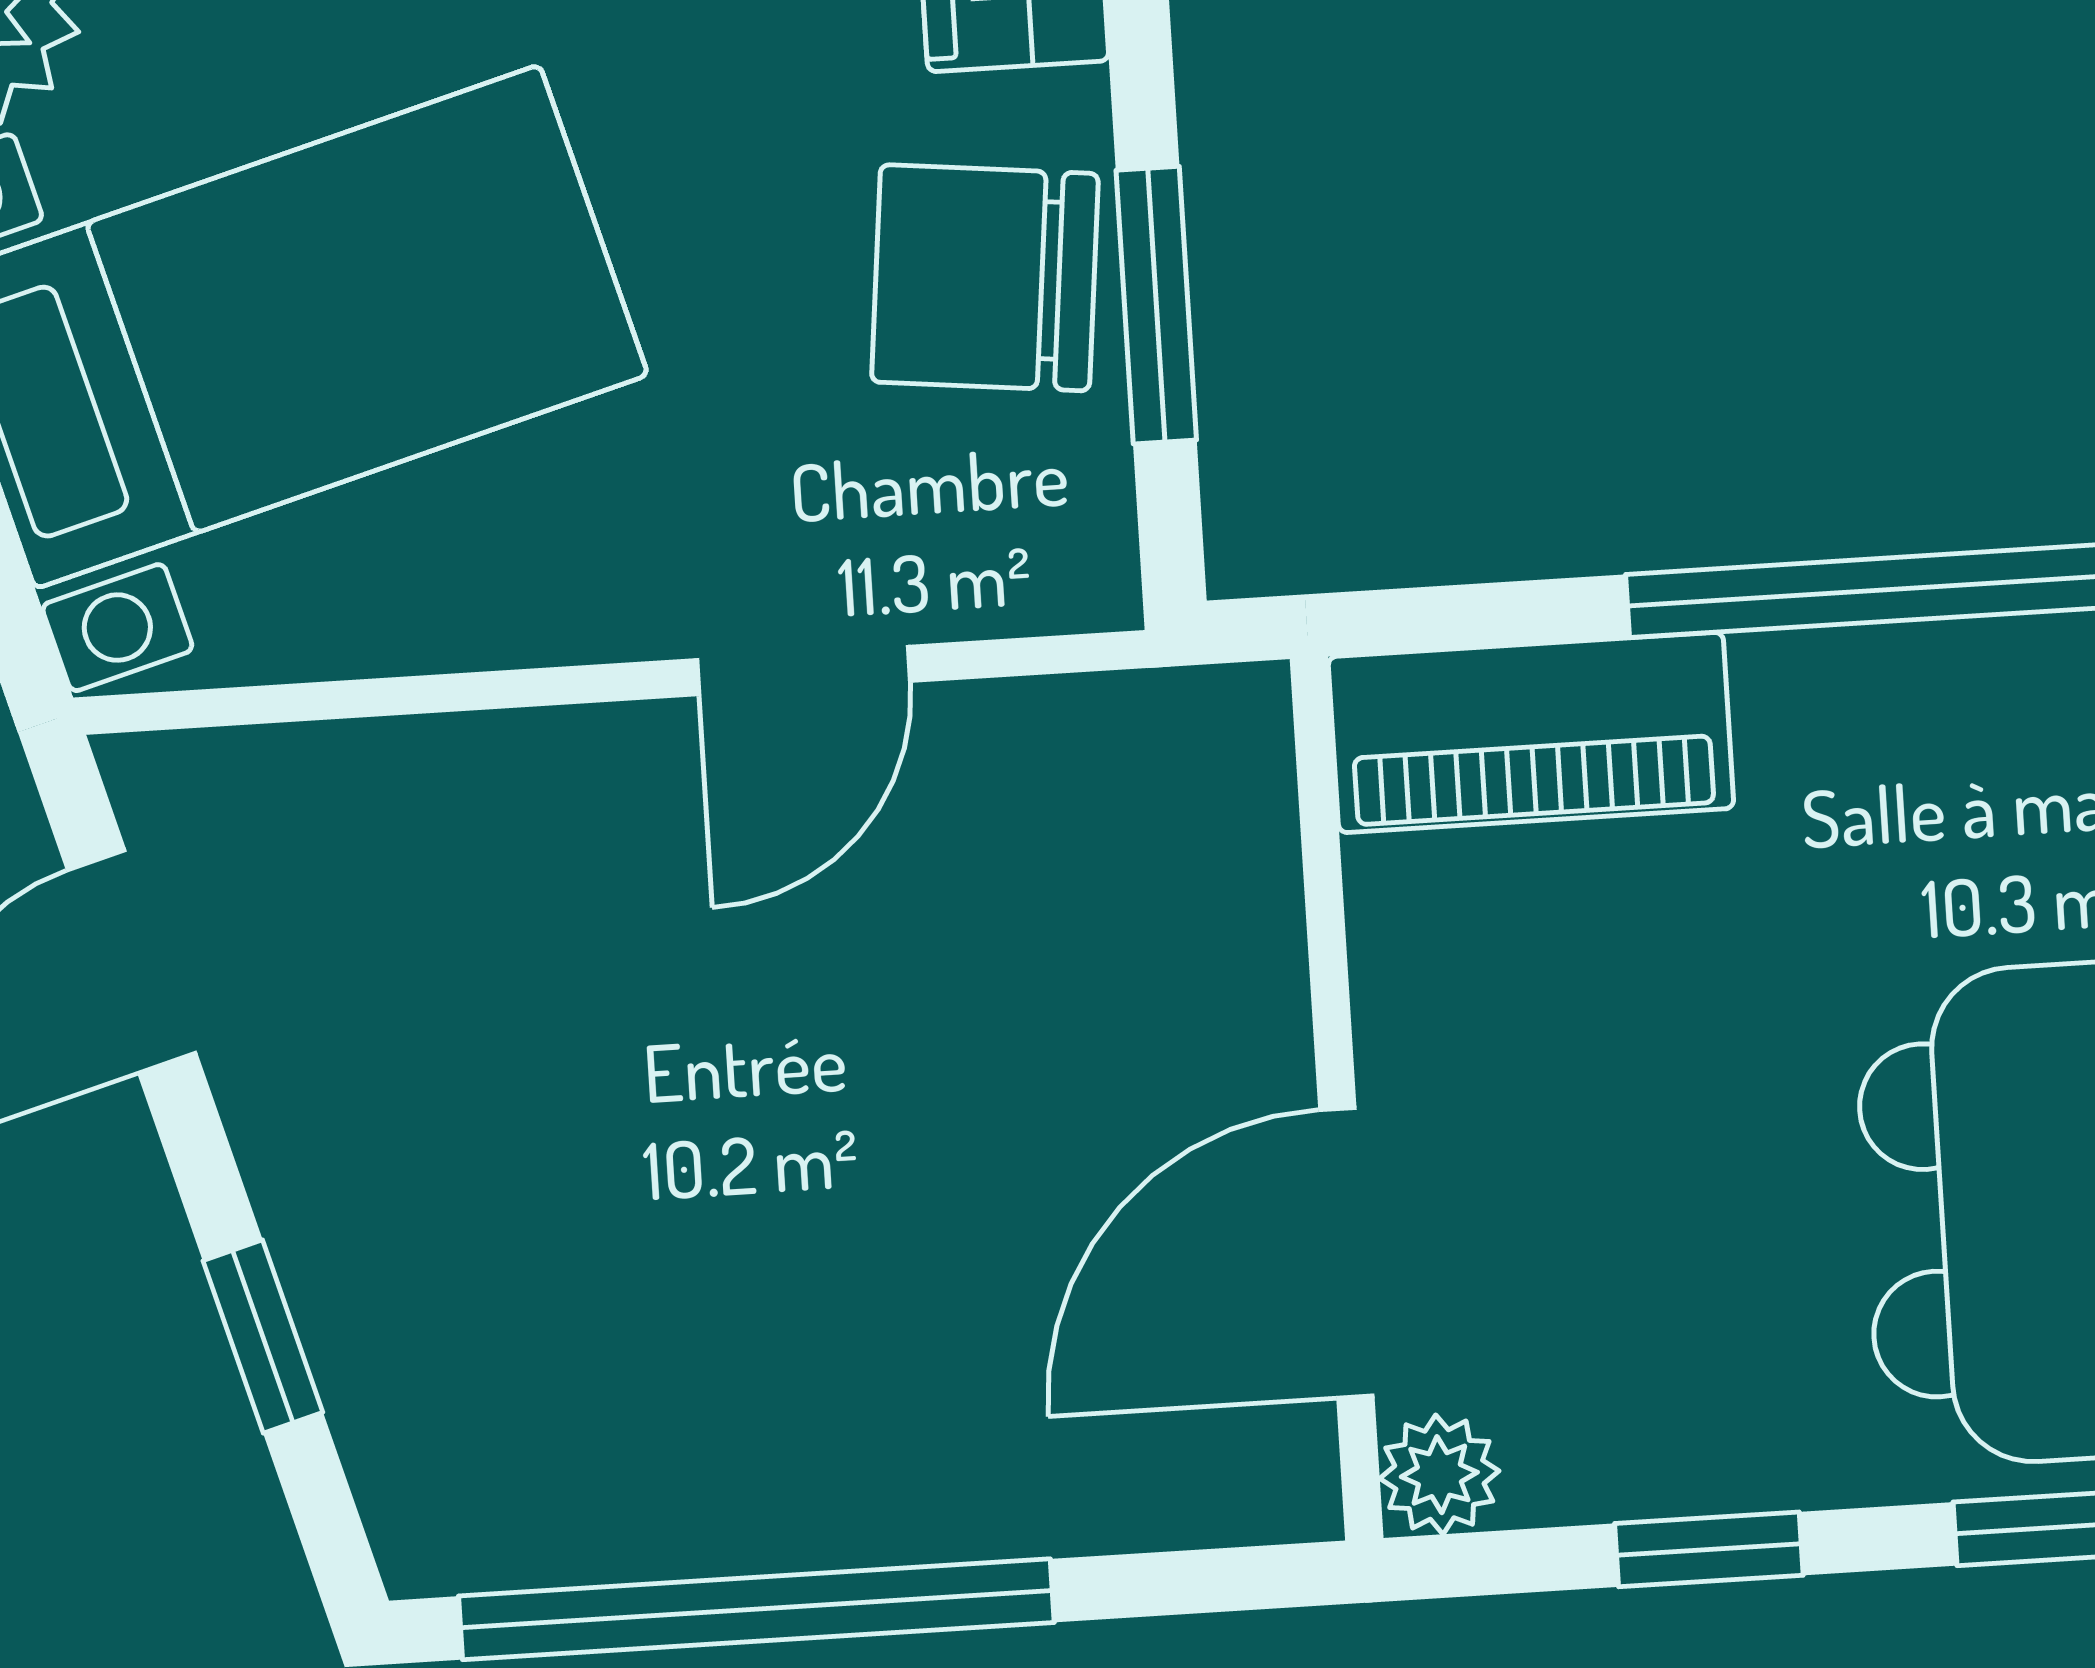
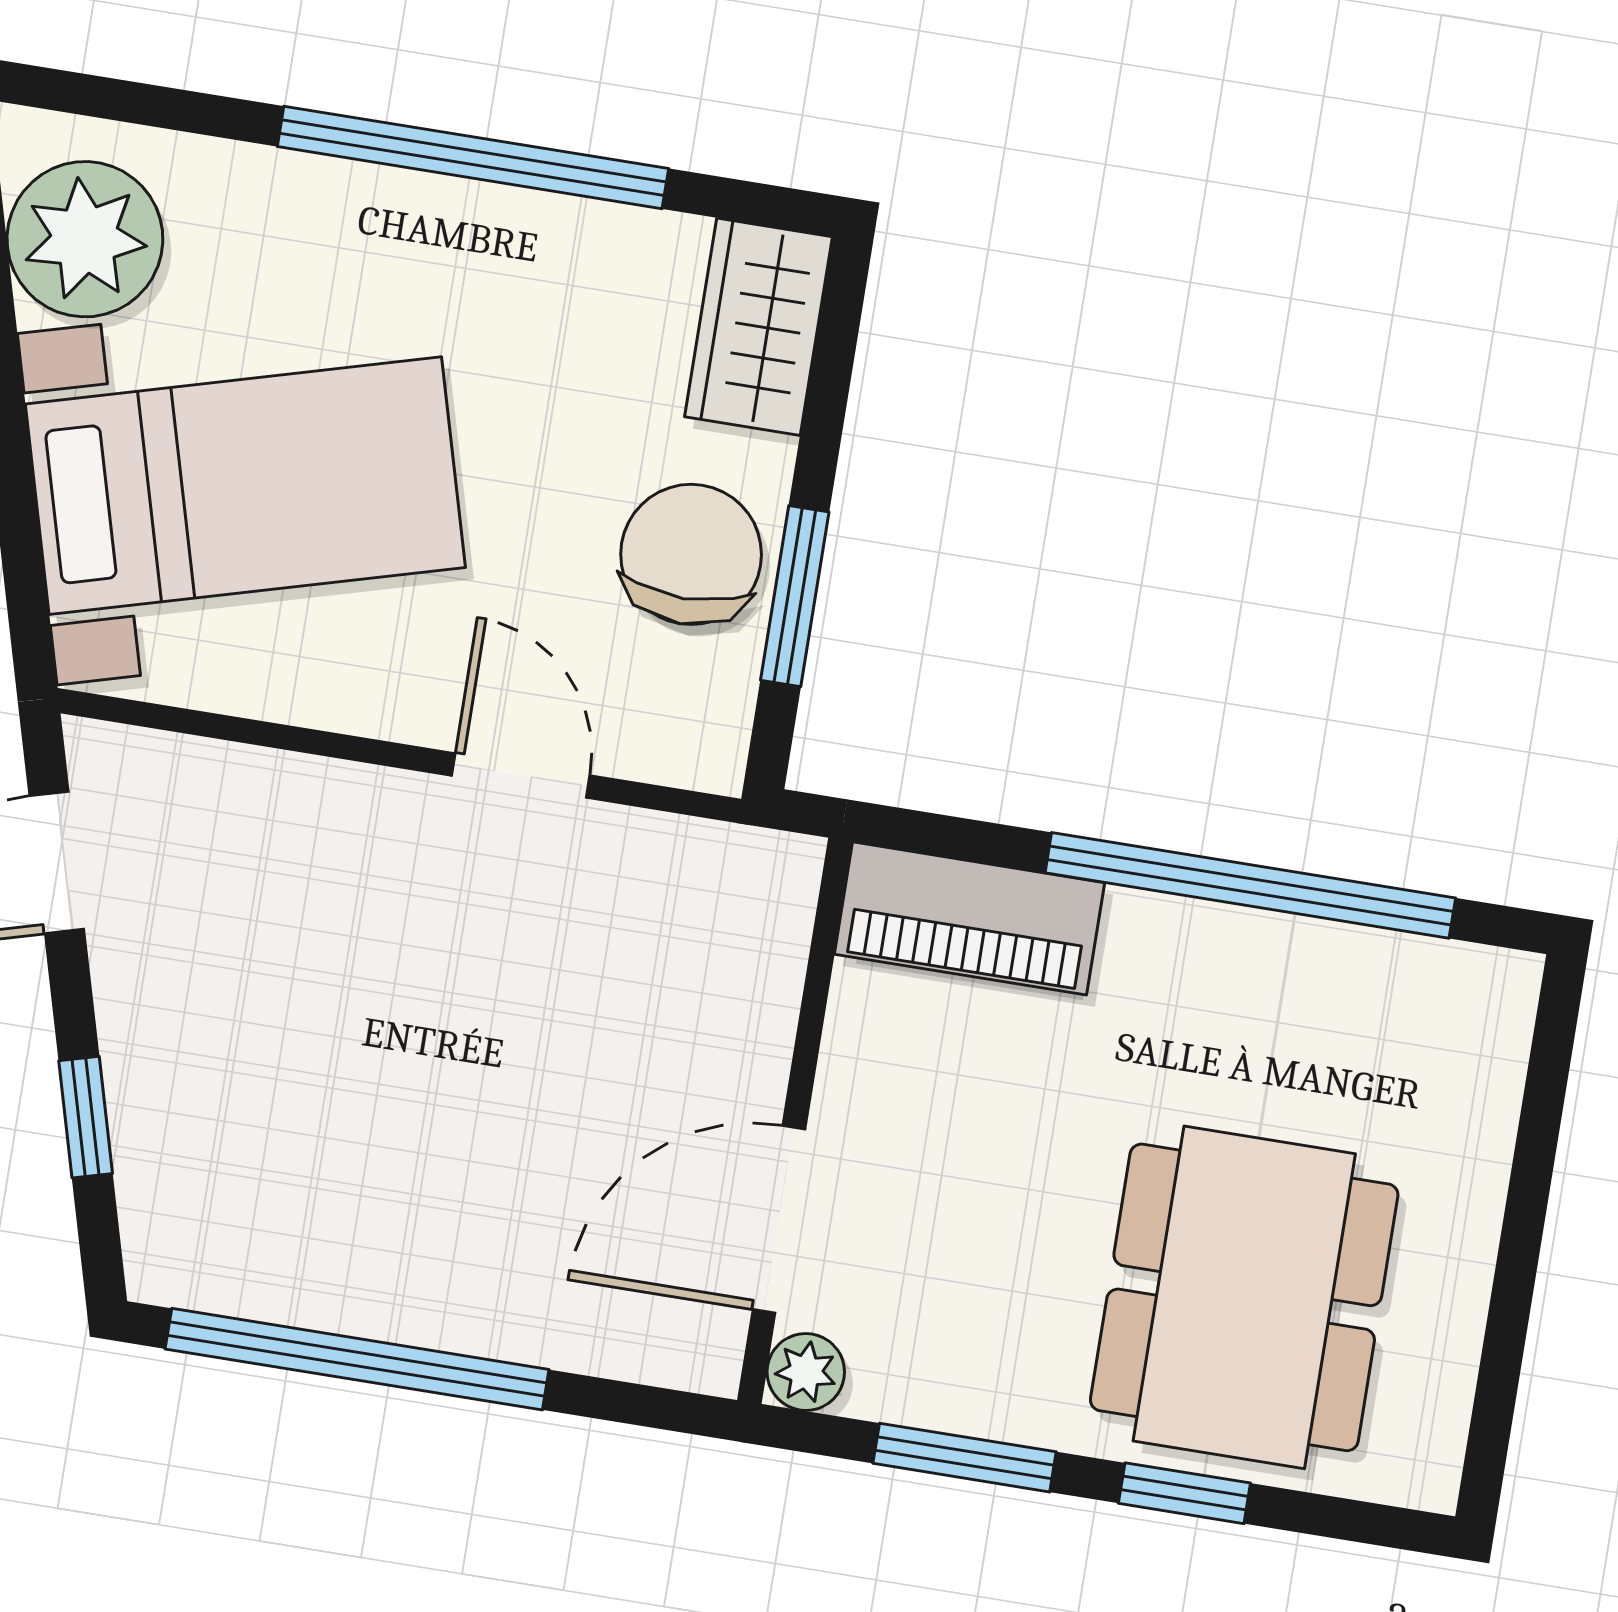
chair: (985, 278) -> (691, 554), turned 84
door: (803, 671) -> (521, 776), swing flipped
window: (1709, 1549) -> (965, 1458), width x1.50

